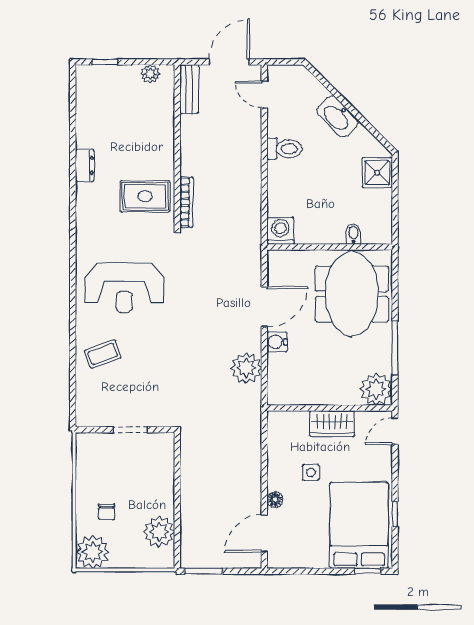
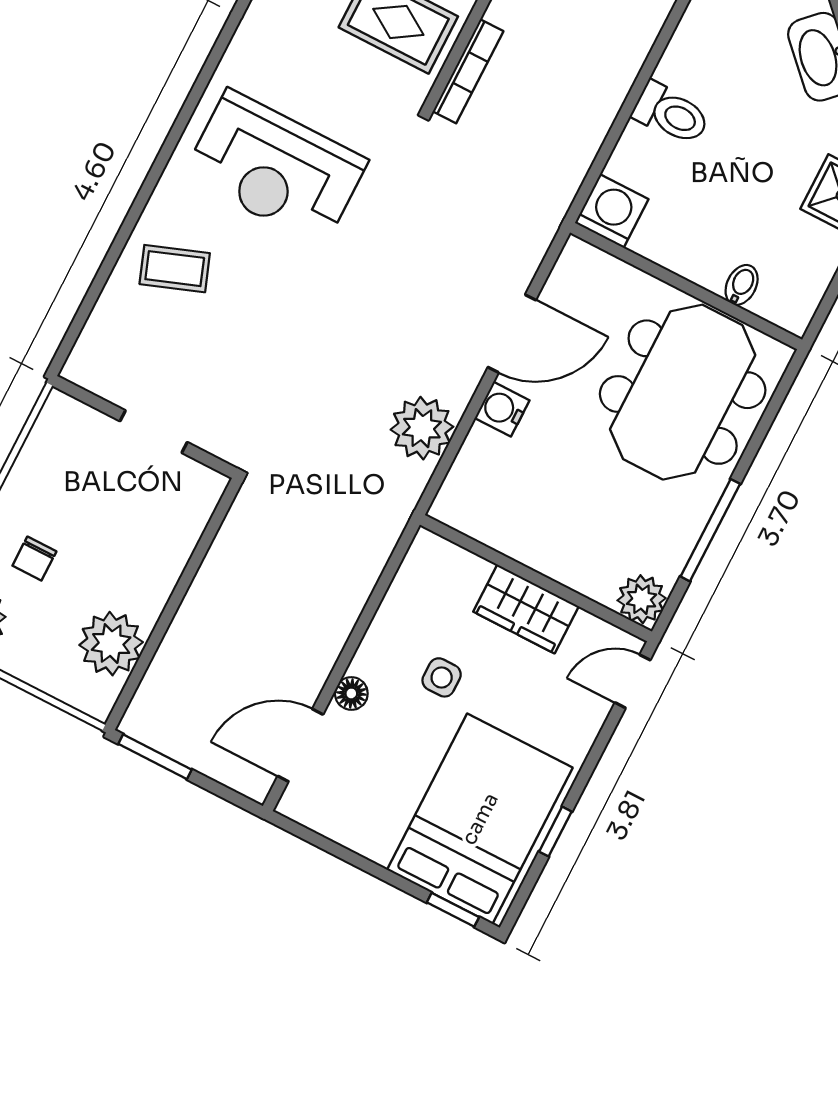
toilet: (284, 149) -> (671, 114), moved
plant: (376, 389) -> (642, 599), width x0.73, depth x0.73

